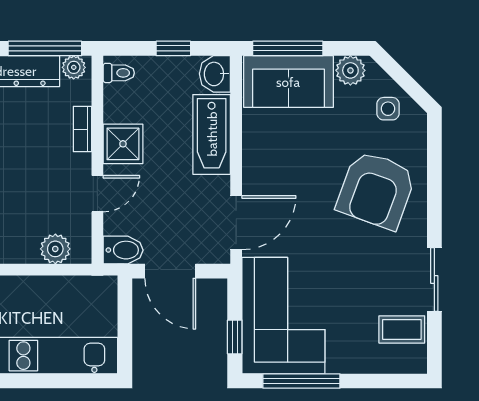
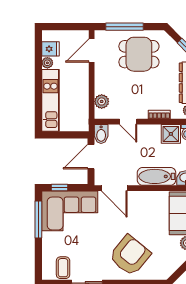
side table: (388, 109) -> (169, 261), removed
shower: (123, 144) -> (171, 134), moved
armchair: (376, 190) -> (130, 255), turned 109

